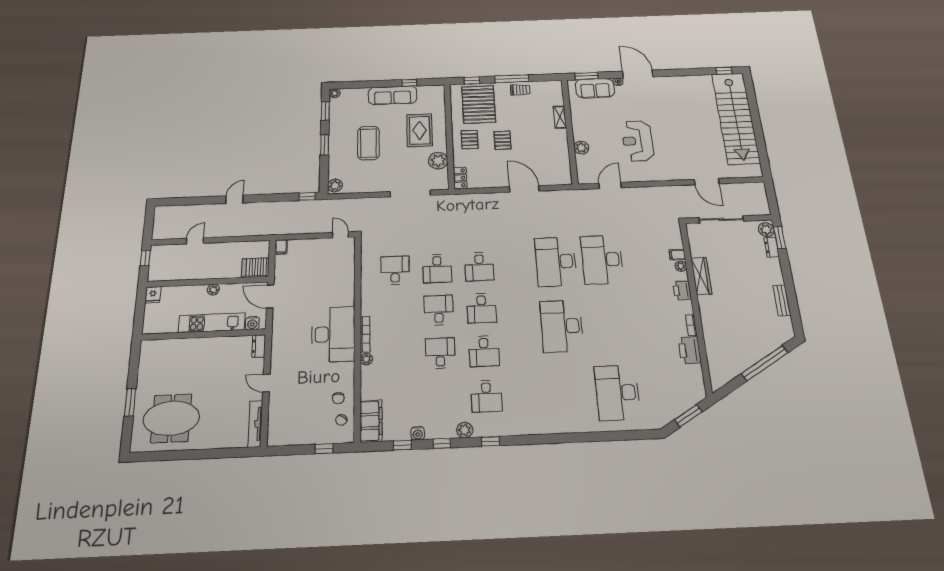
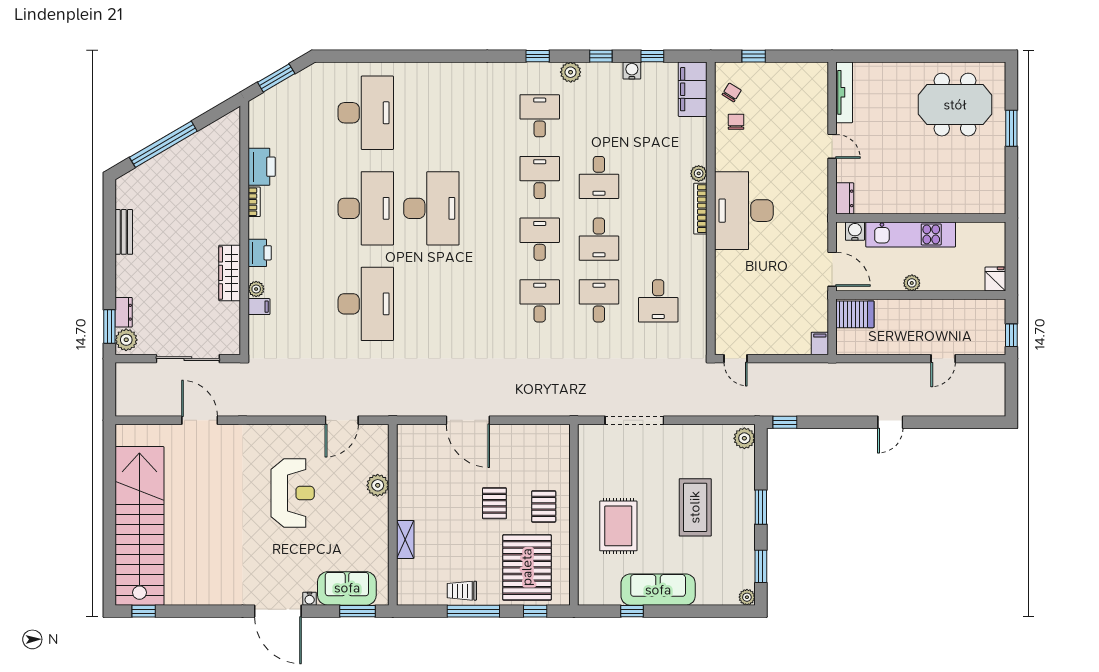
plant: (438, 161) -> (592, 473), removed
locker: (460, 178) -> (561, 443), removed
desk: (556, 262) -> (366, 208), moved

